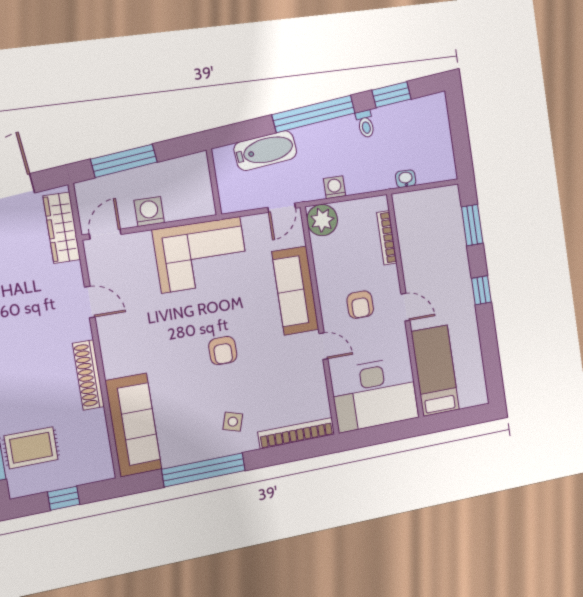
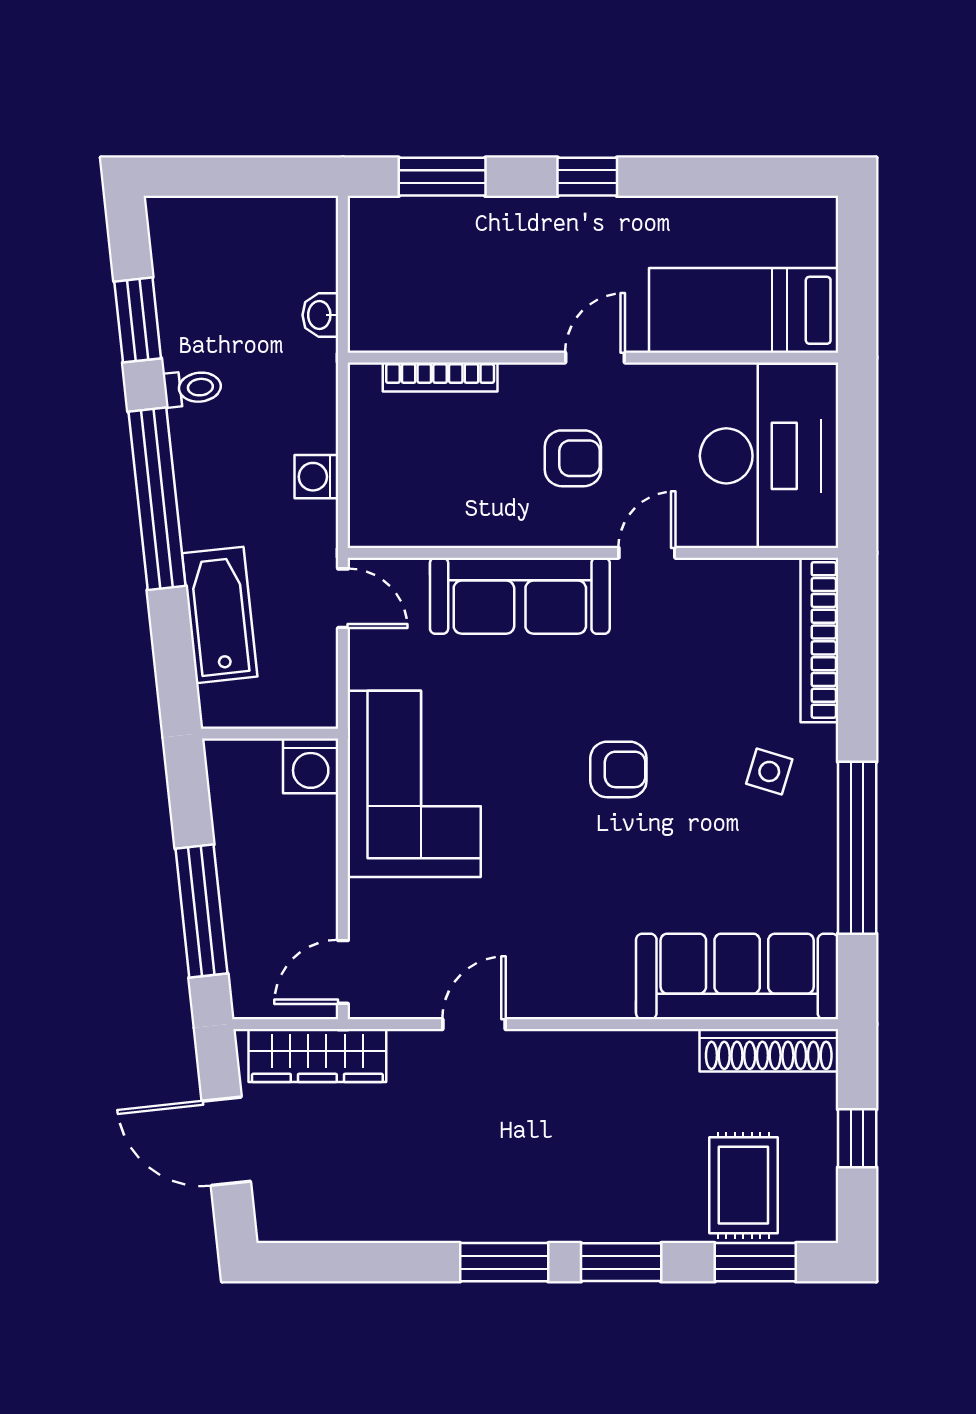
washing machine: (149, 212) -> (311, 766), moved, turned -90
plant: (322, 220) -> (381, 514), removed
door: (105, 234) -> (343, 972), hinge flipped
shoe rack: (88, 375) -> (769, 1050), moved

